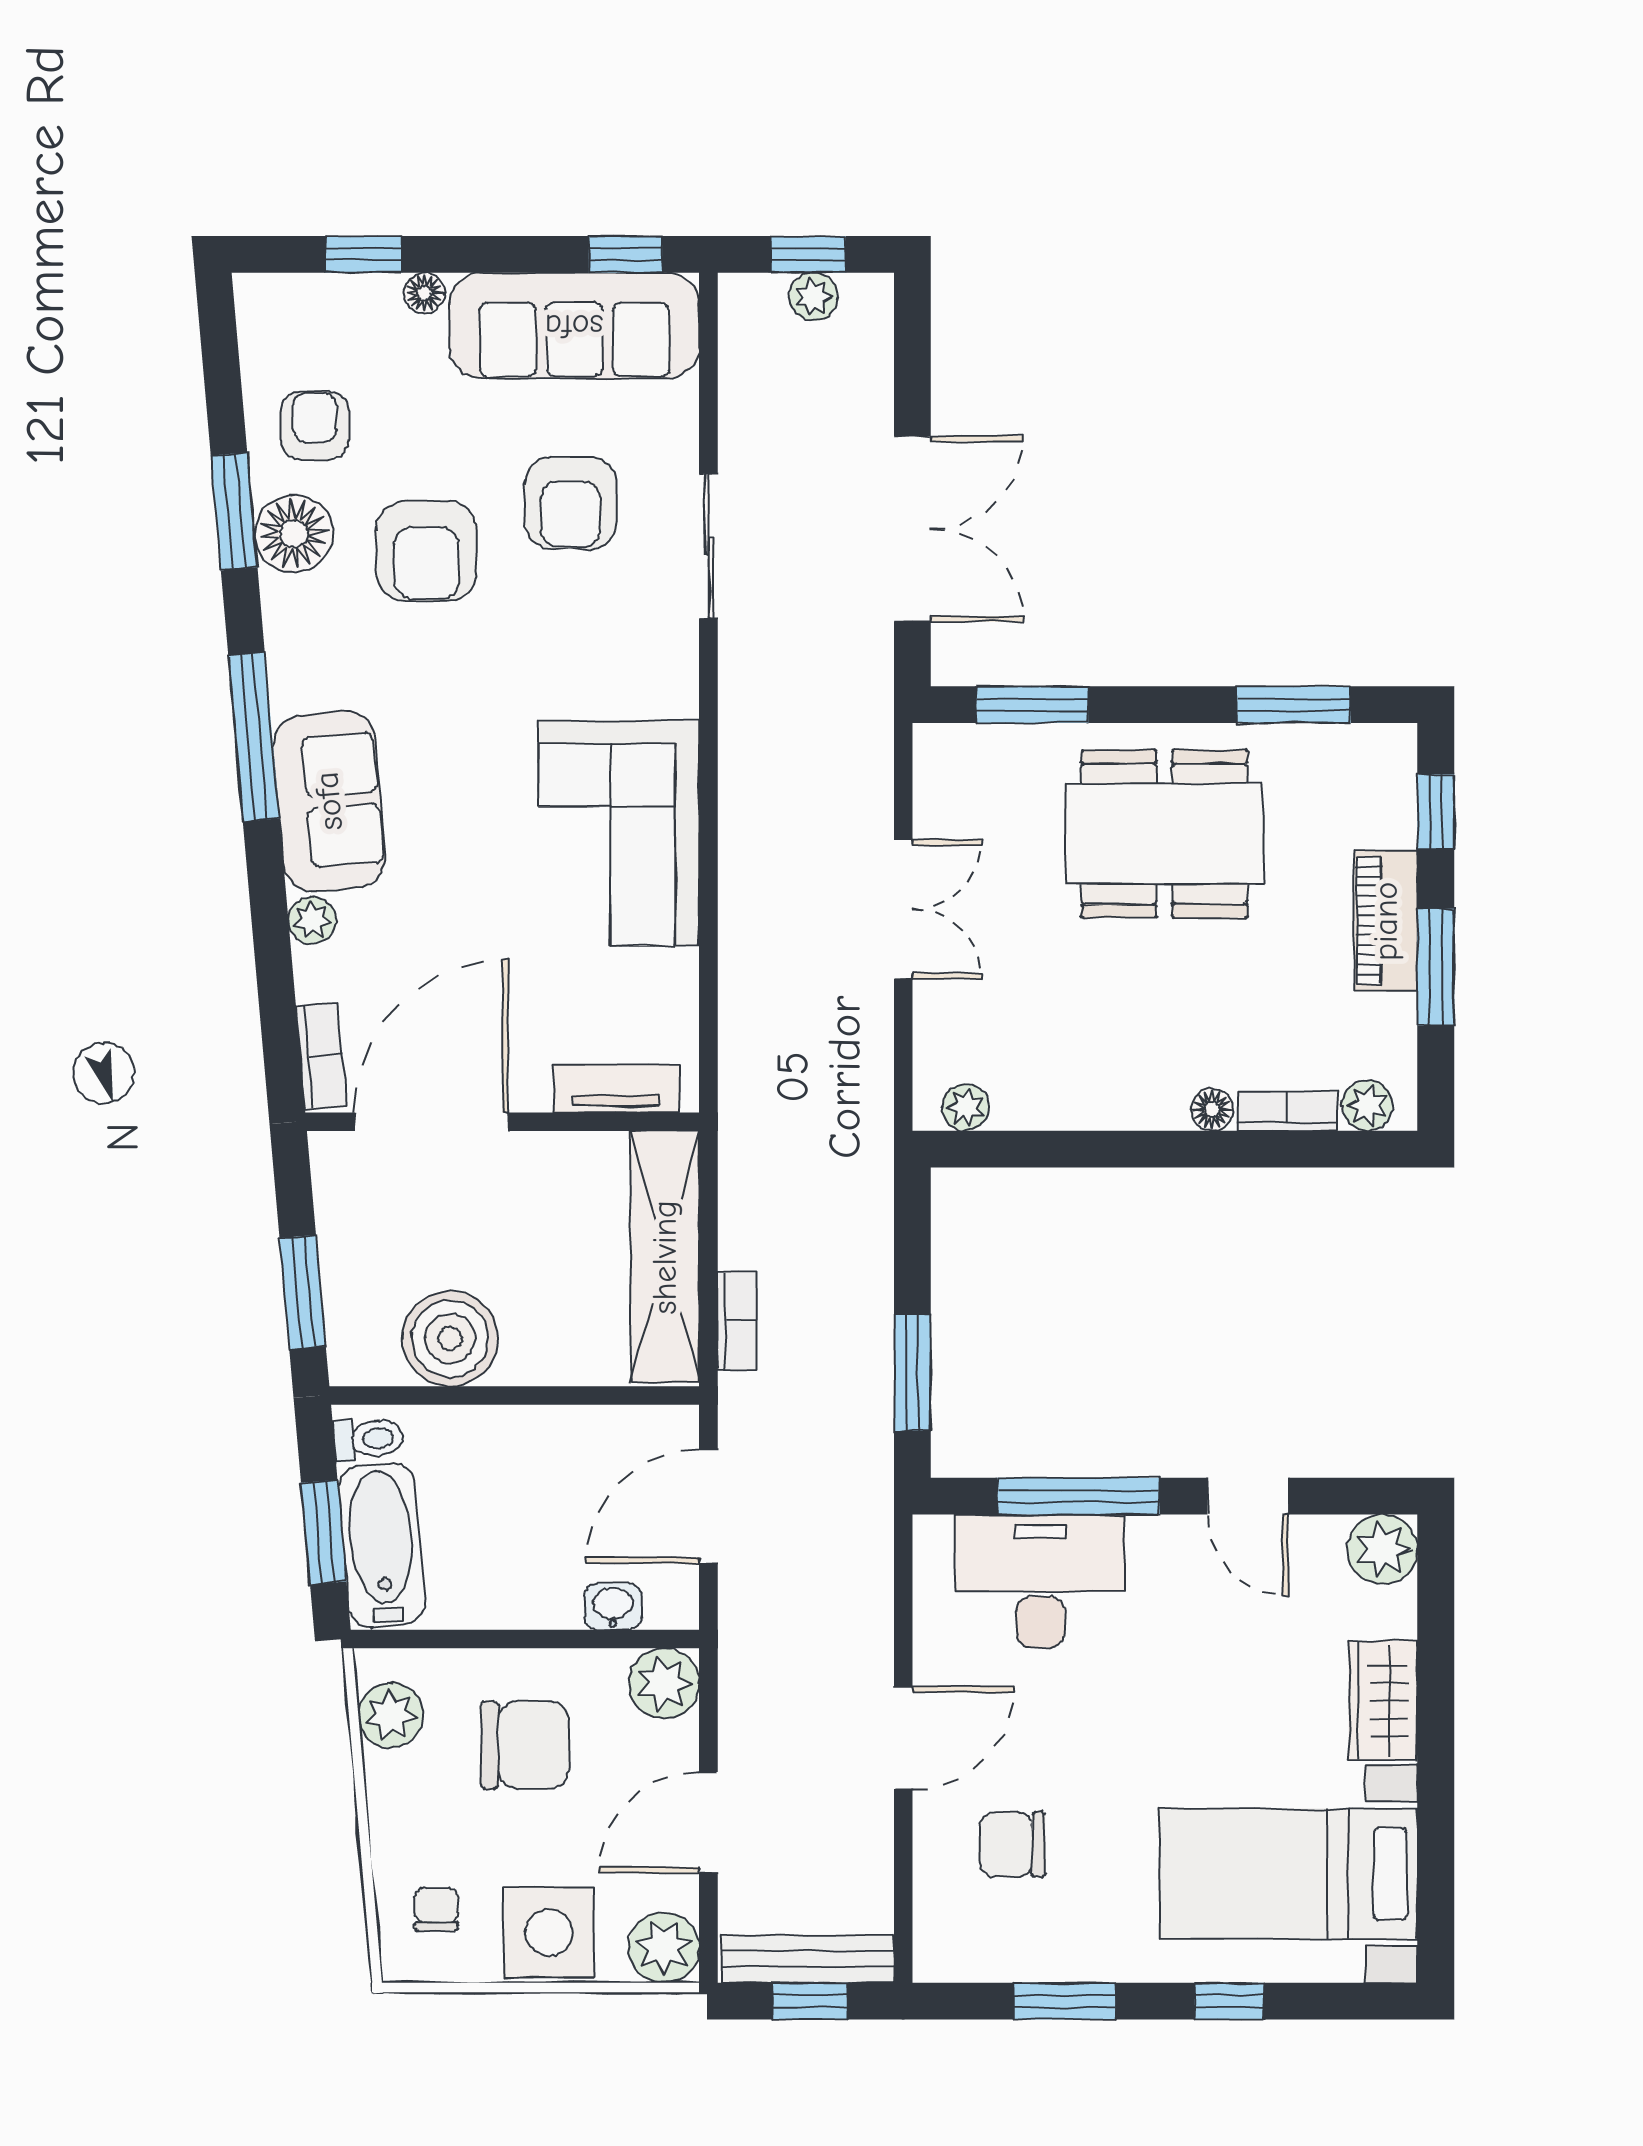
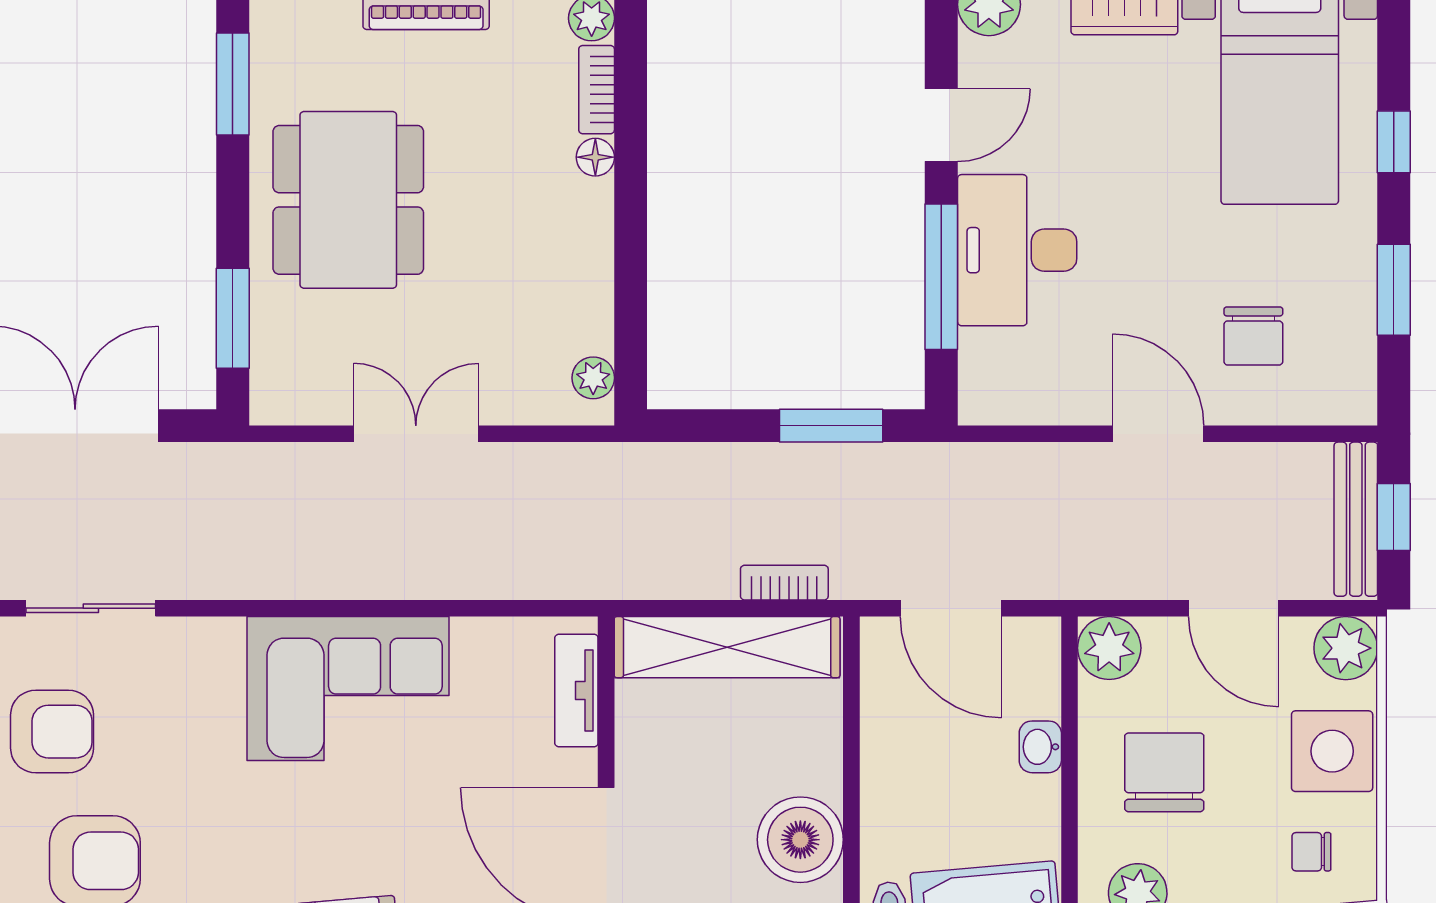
desk: (1040, 1581) -> (1017, 250), moved
washbasin: (613, 1607) -> (1040, 747), moved

